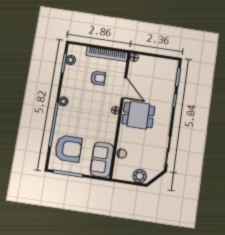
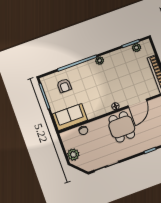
armchair: (98, 78) -> (134, 78), removed
armchair: (68, 149) -> (64, 86), width x0.53, depth x0.53

